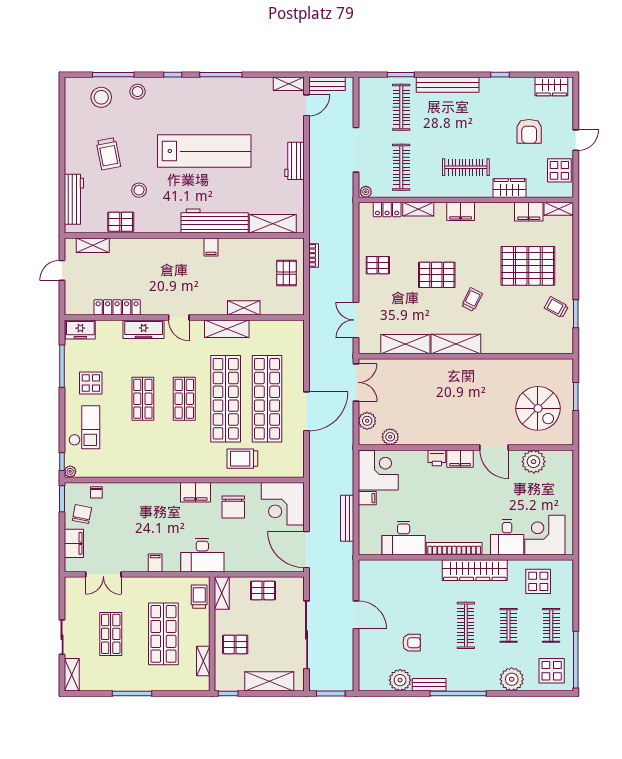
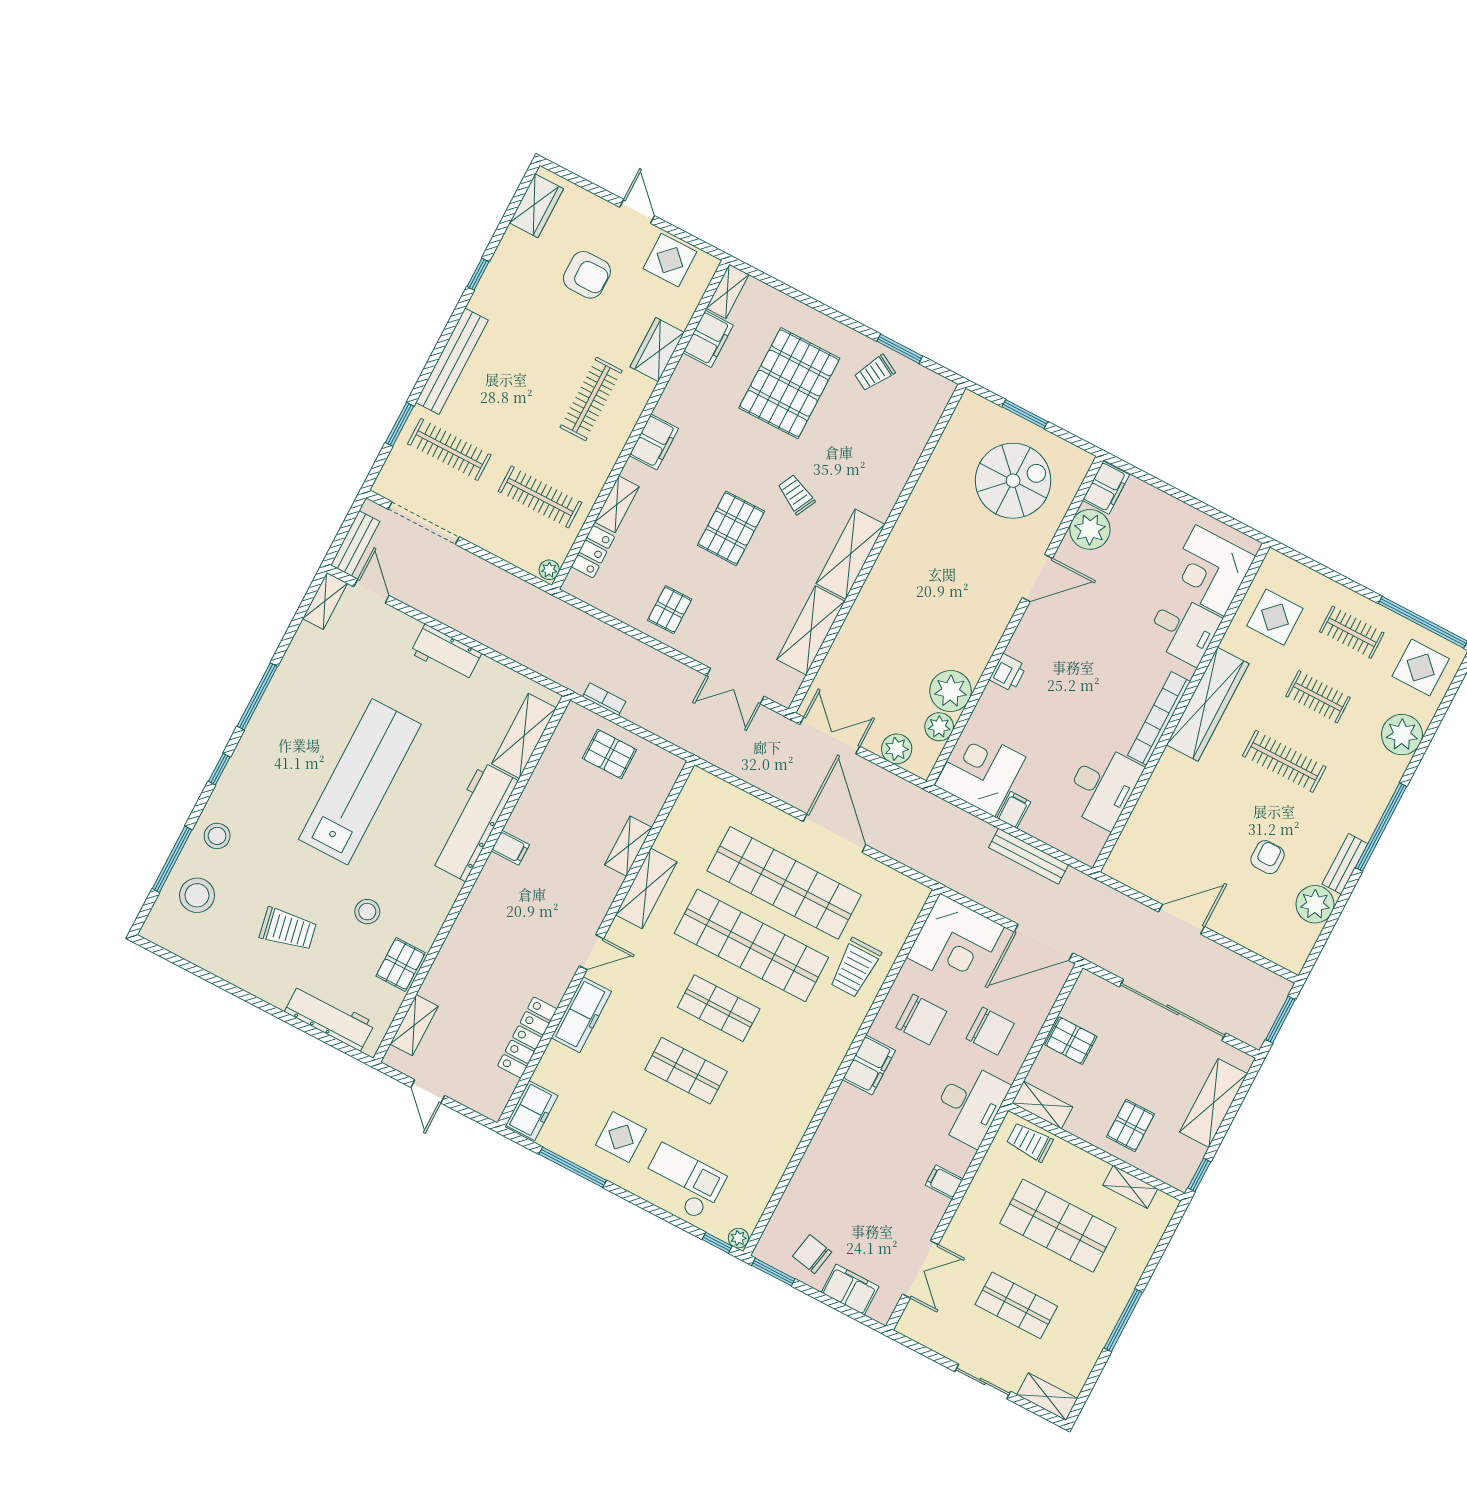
doorway: (356, 150) -> (424, 523), moved
plant: (412, 433) -> (951, 691), added
filing cabinet: (460, 459) -> (1106, 488), moved
chair: (96, 492) -> (990, 1031), moved, width x1.87, depth x1.87
pallet: (263, 590) -> (1071, 1041), turned 90

